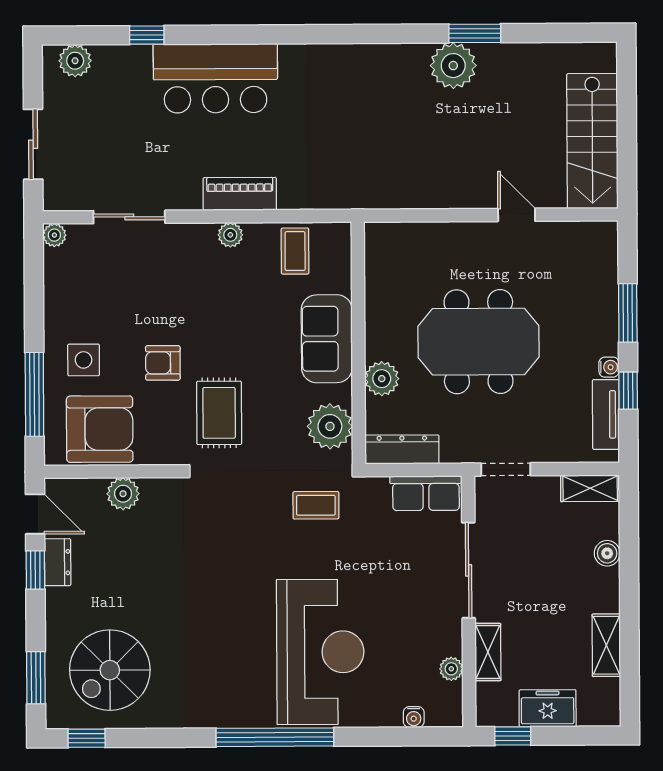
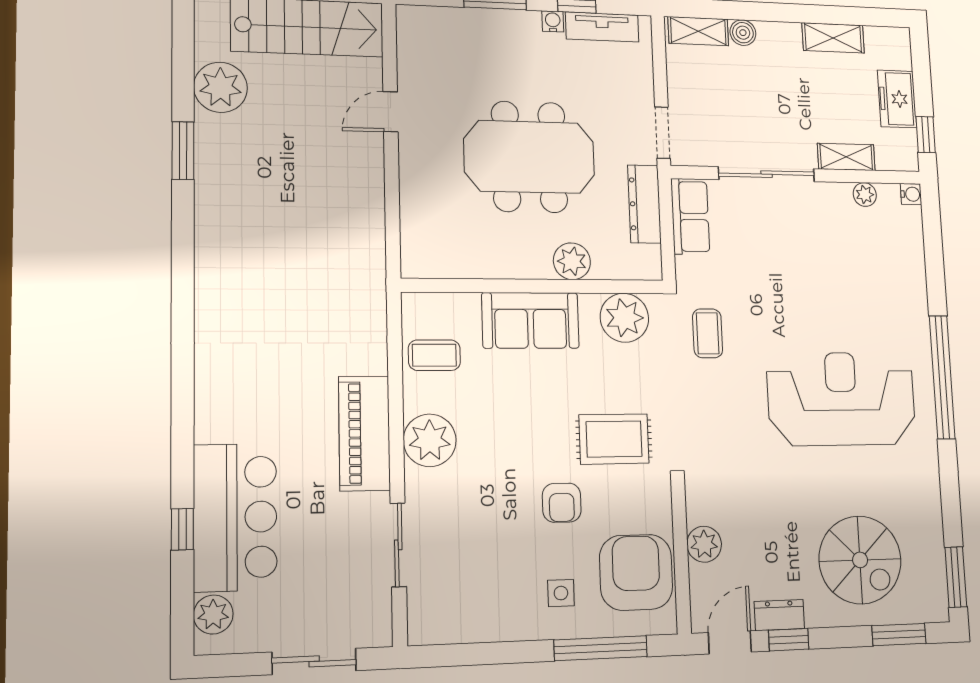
plant: (453, 66) -> (221, 87), moved
bar counter: (215, 78) -> (235, 517), moved
piano: (240, 194) -> (364, 433), width x1.37, depth x1.33
plant: (54, 235) -> (420, 632), removed
plant: (230, 235) -> (430, 440), width x1.87, depth x1.87
meeting table: (479, 342) -> (529, 157), turned 90
side table: (84, 360) -> (561, 593), width x0.73, depth x0.73
dresser: (402, 449) -> (644, 204), moved
shelving: (590, 488) -> (698, 31), moved, turned 90
reception desk: (320, 652) -> (841, 399), moved
spiral stairs: (110, 670) -> (860, 560), moved
water cooler: (414, 717) -> (911, 194), moved
window: (87, 738) -> (956, 577), width x1.50

